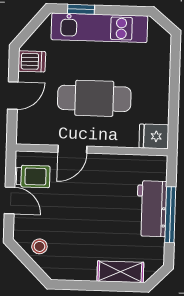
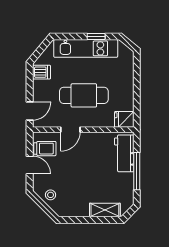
window: (81, 9) -> (96, 37), moved
door: (13, 95) -> (30, 111), moved
workbench: (152, 209) -> (124, 153), moved

